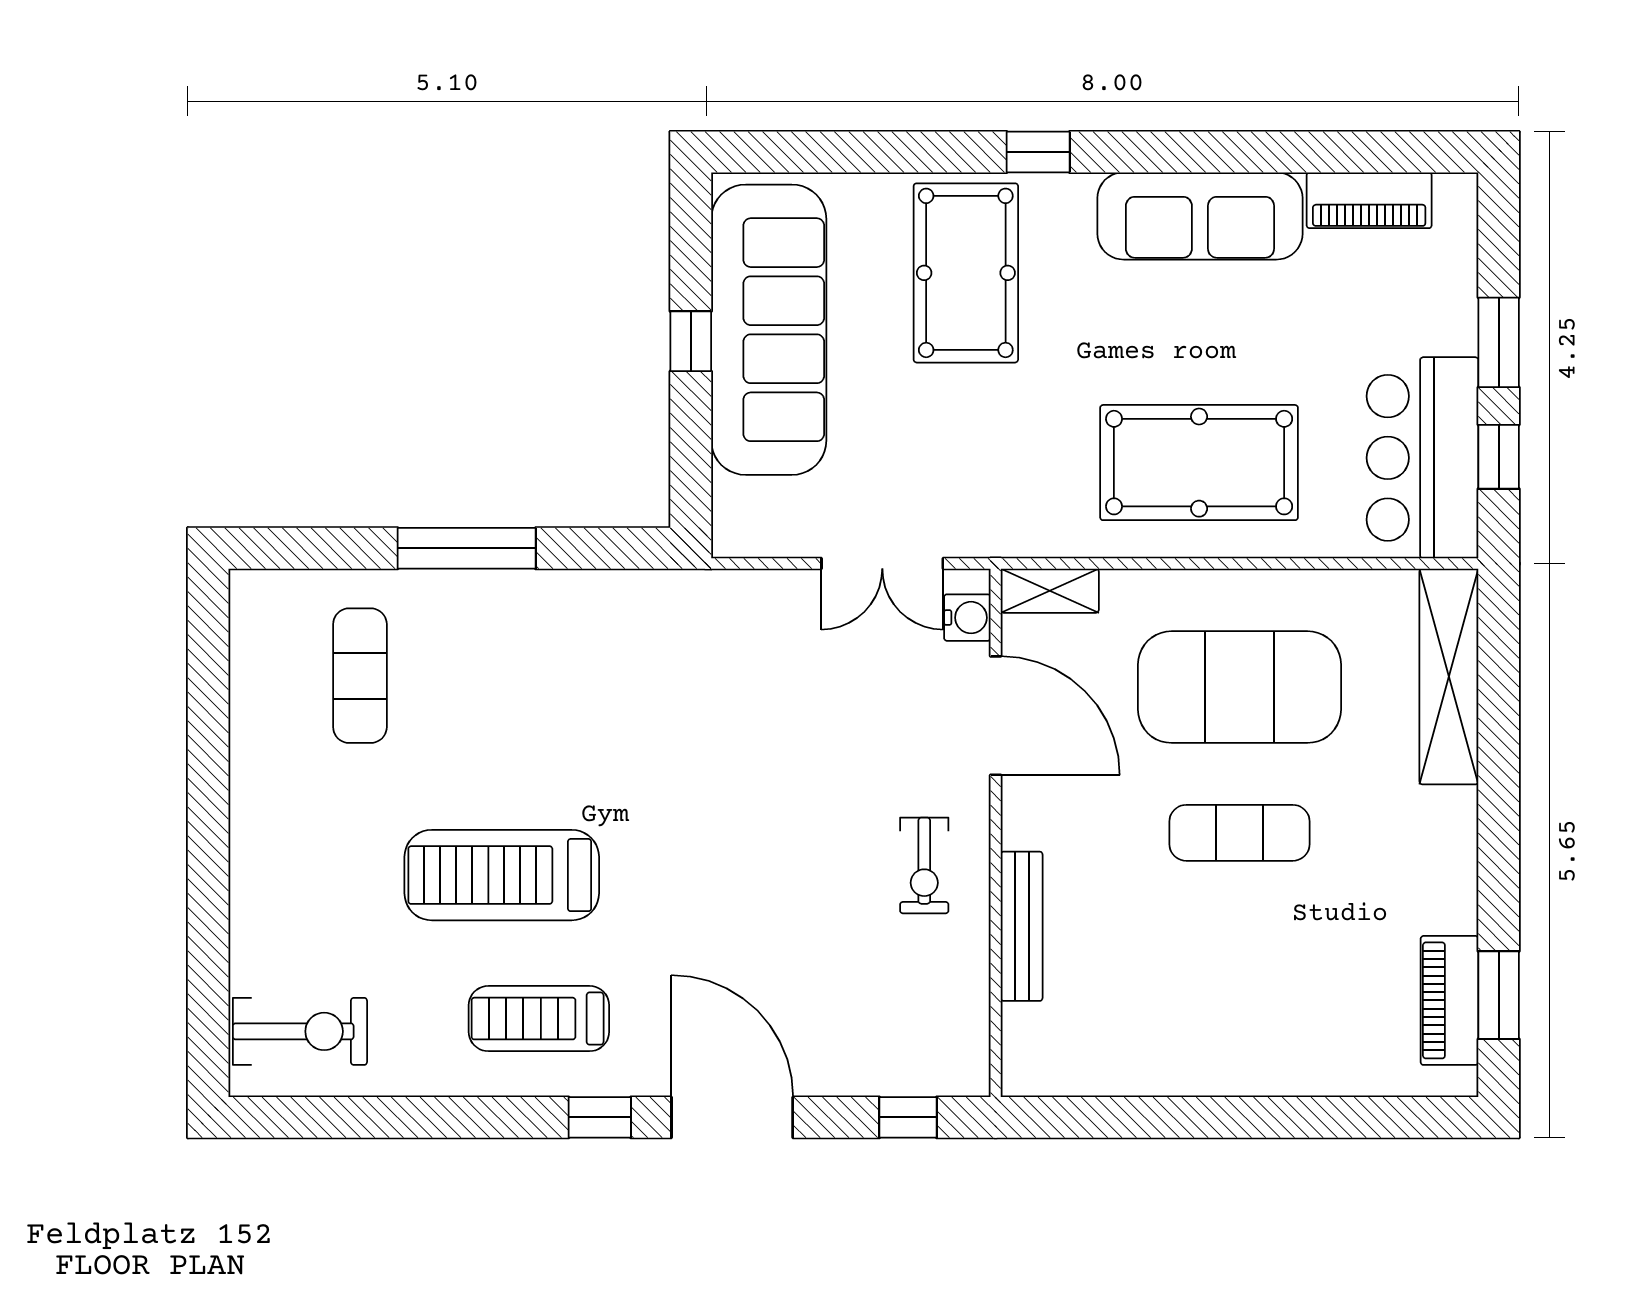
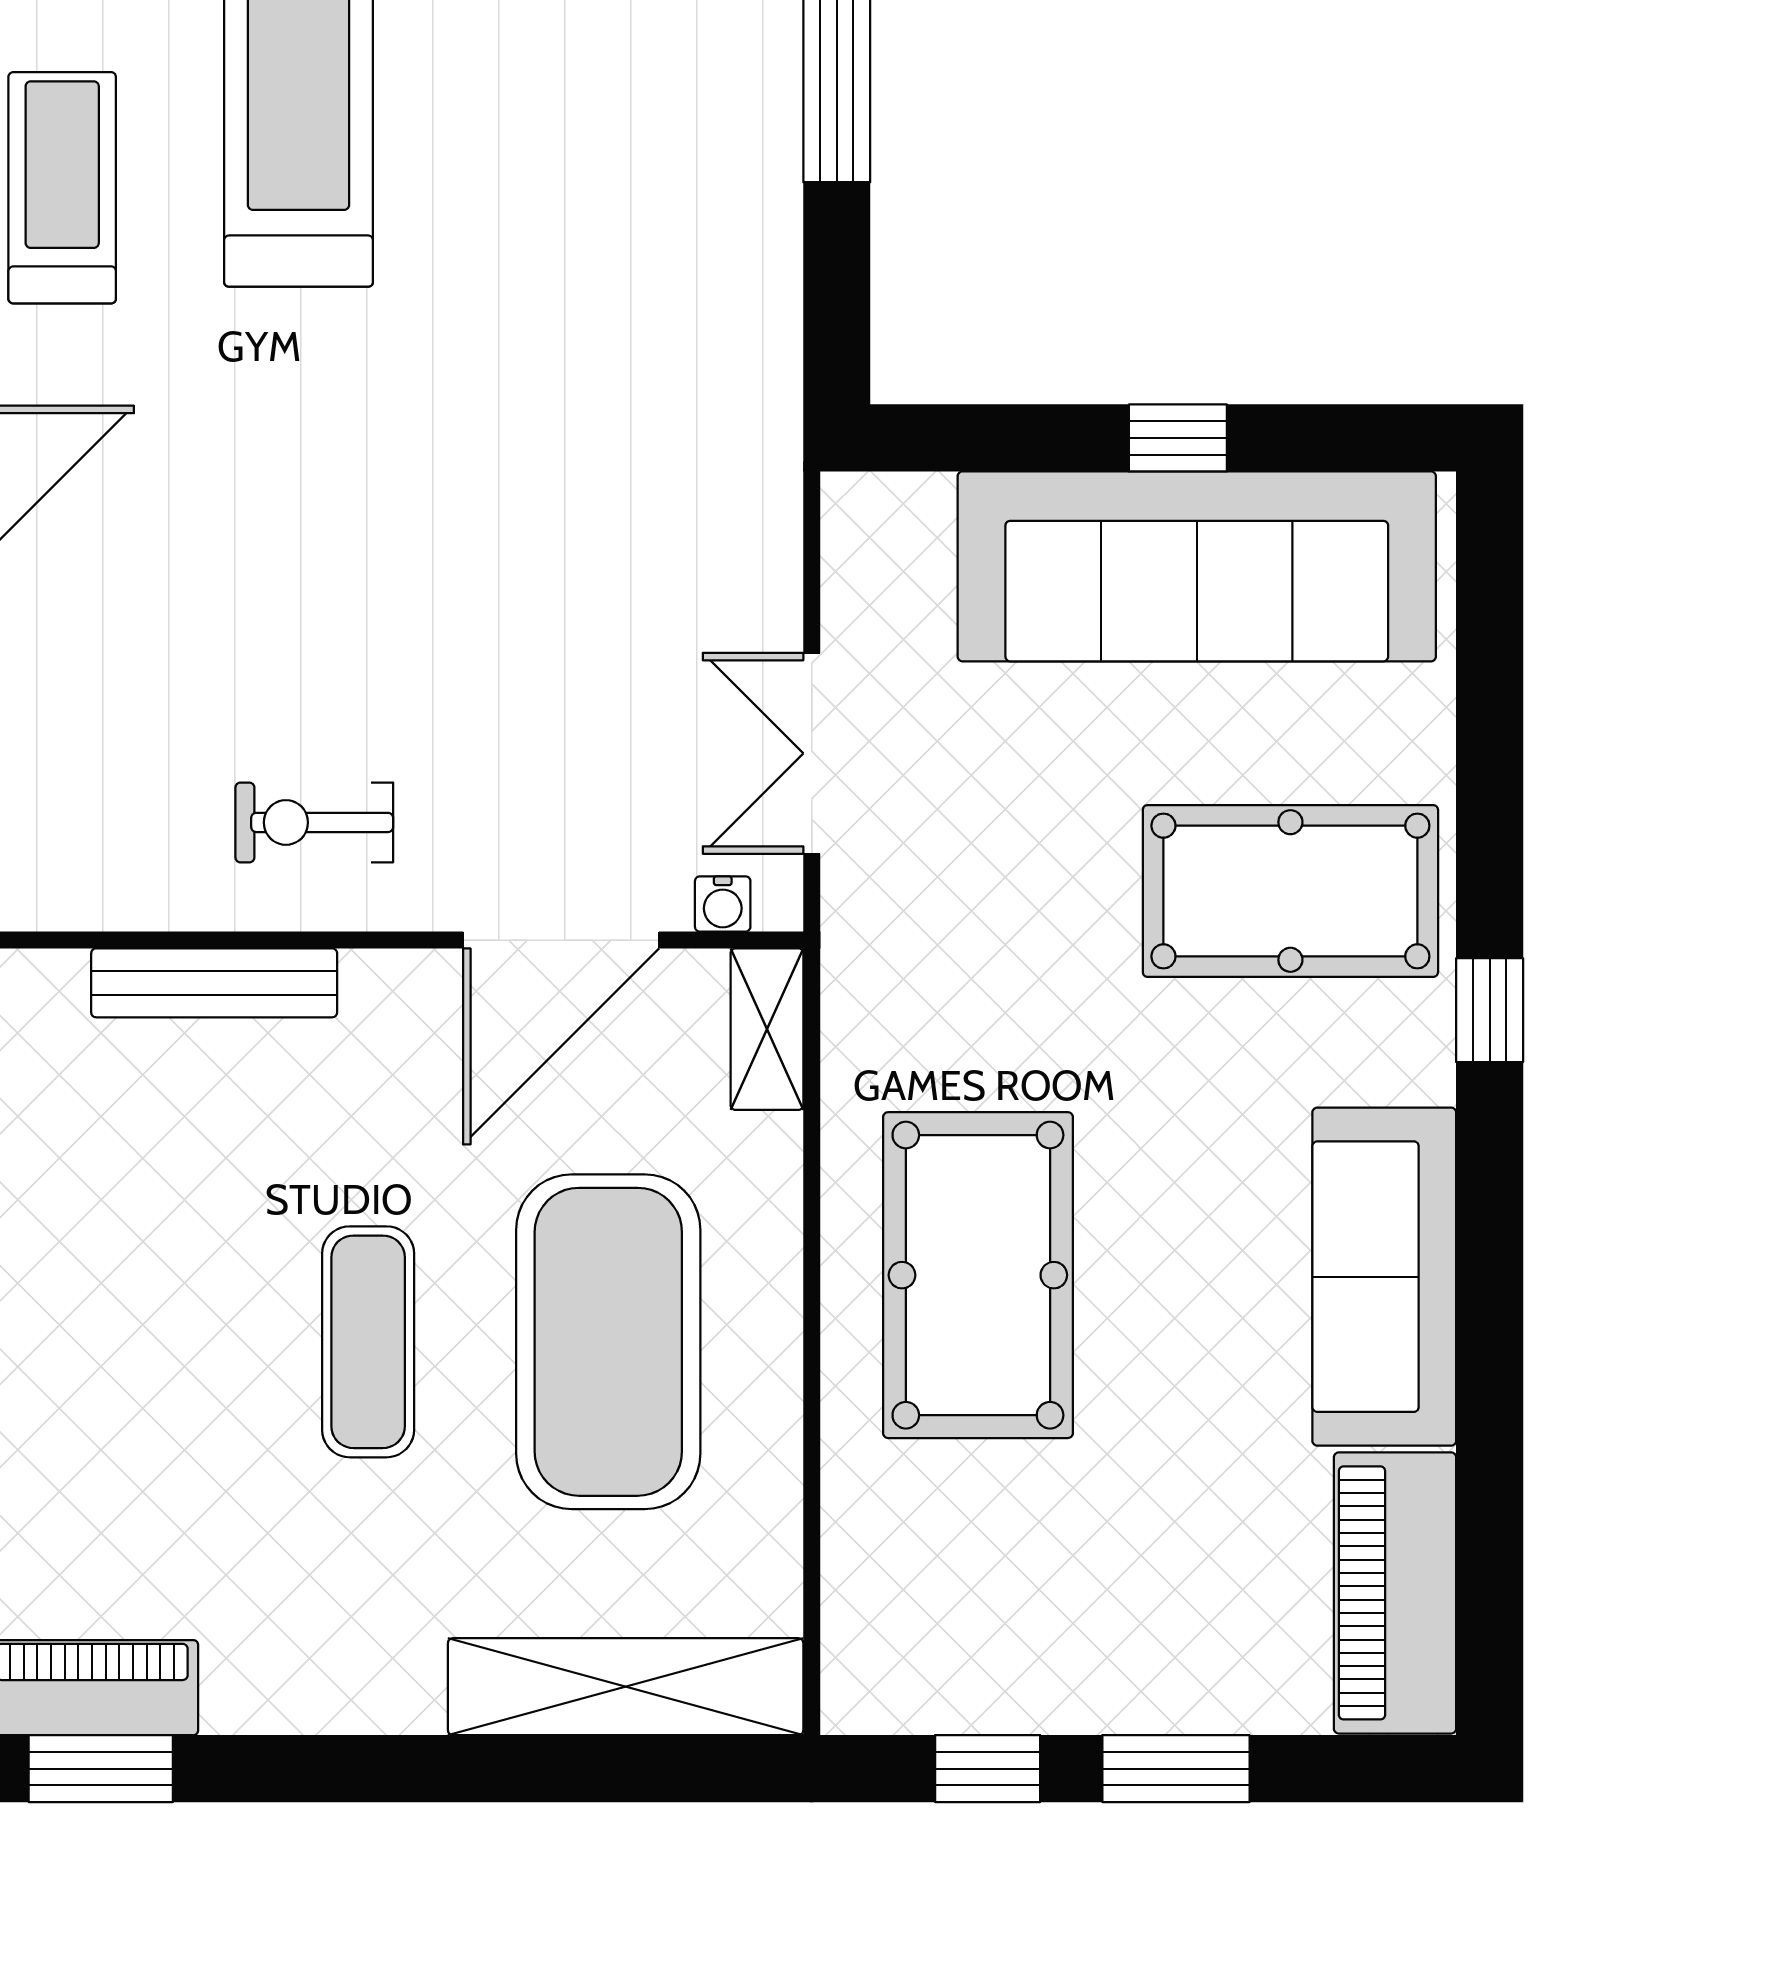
piano: (1369, 200) -> (1395, 1593), width x1.37, depth x1.33
bar counter: (1422, 458) -> (986, 1643), removed
water cooler: (967, 618) -> (723, 904), width x0.72, depth x0.72

